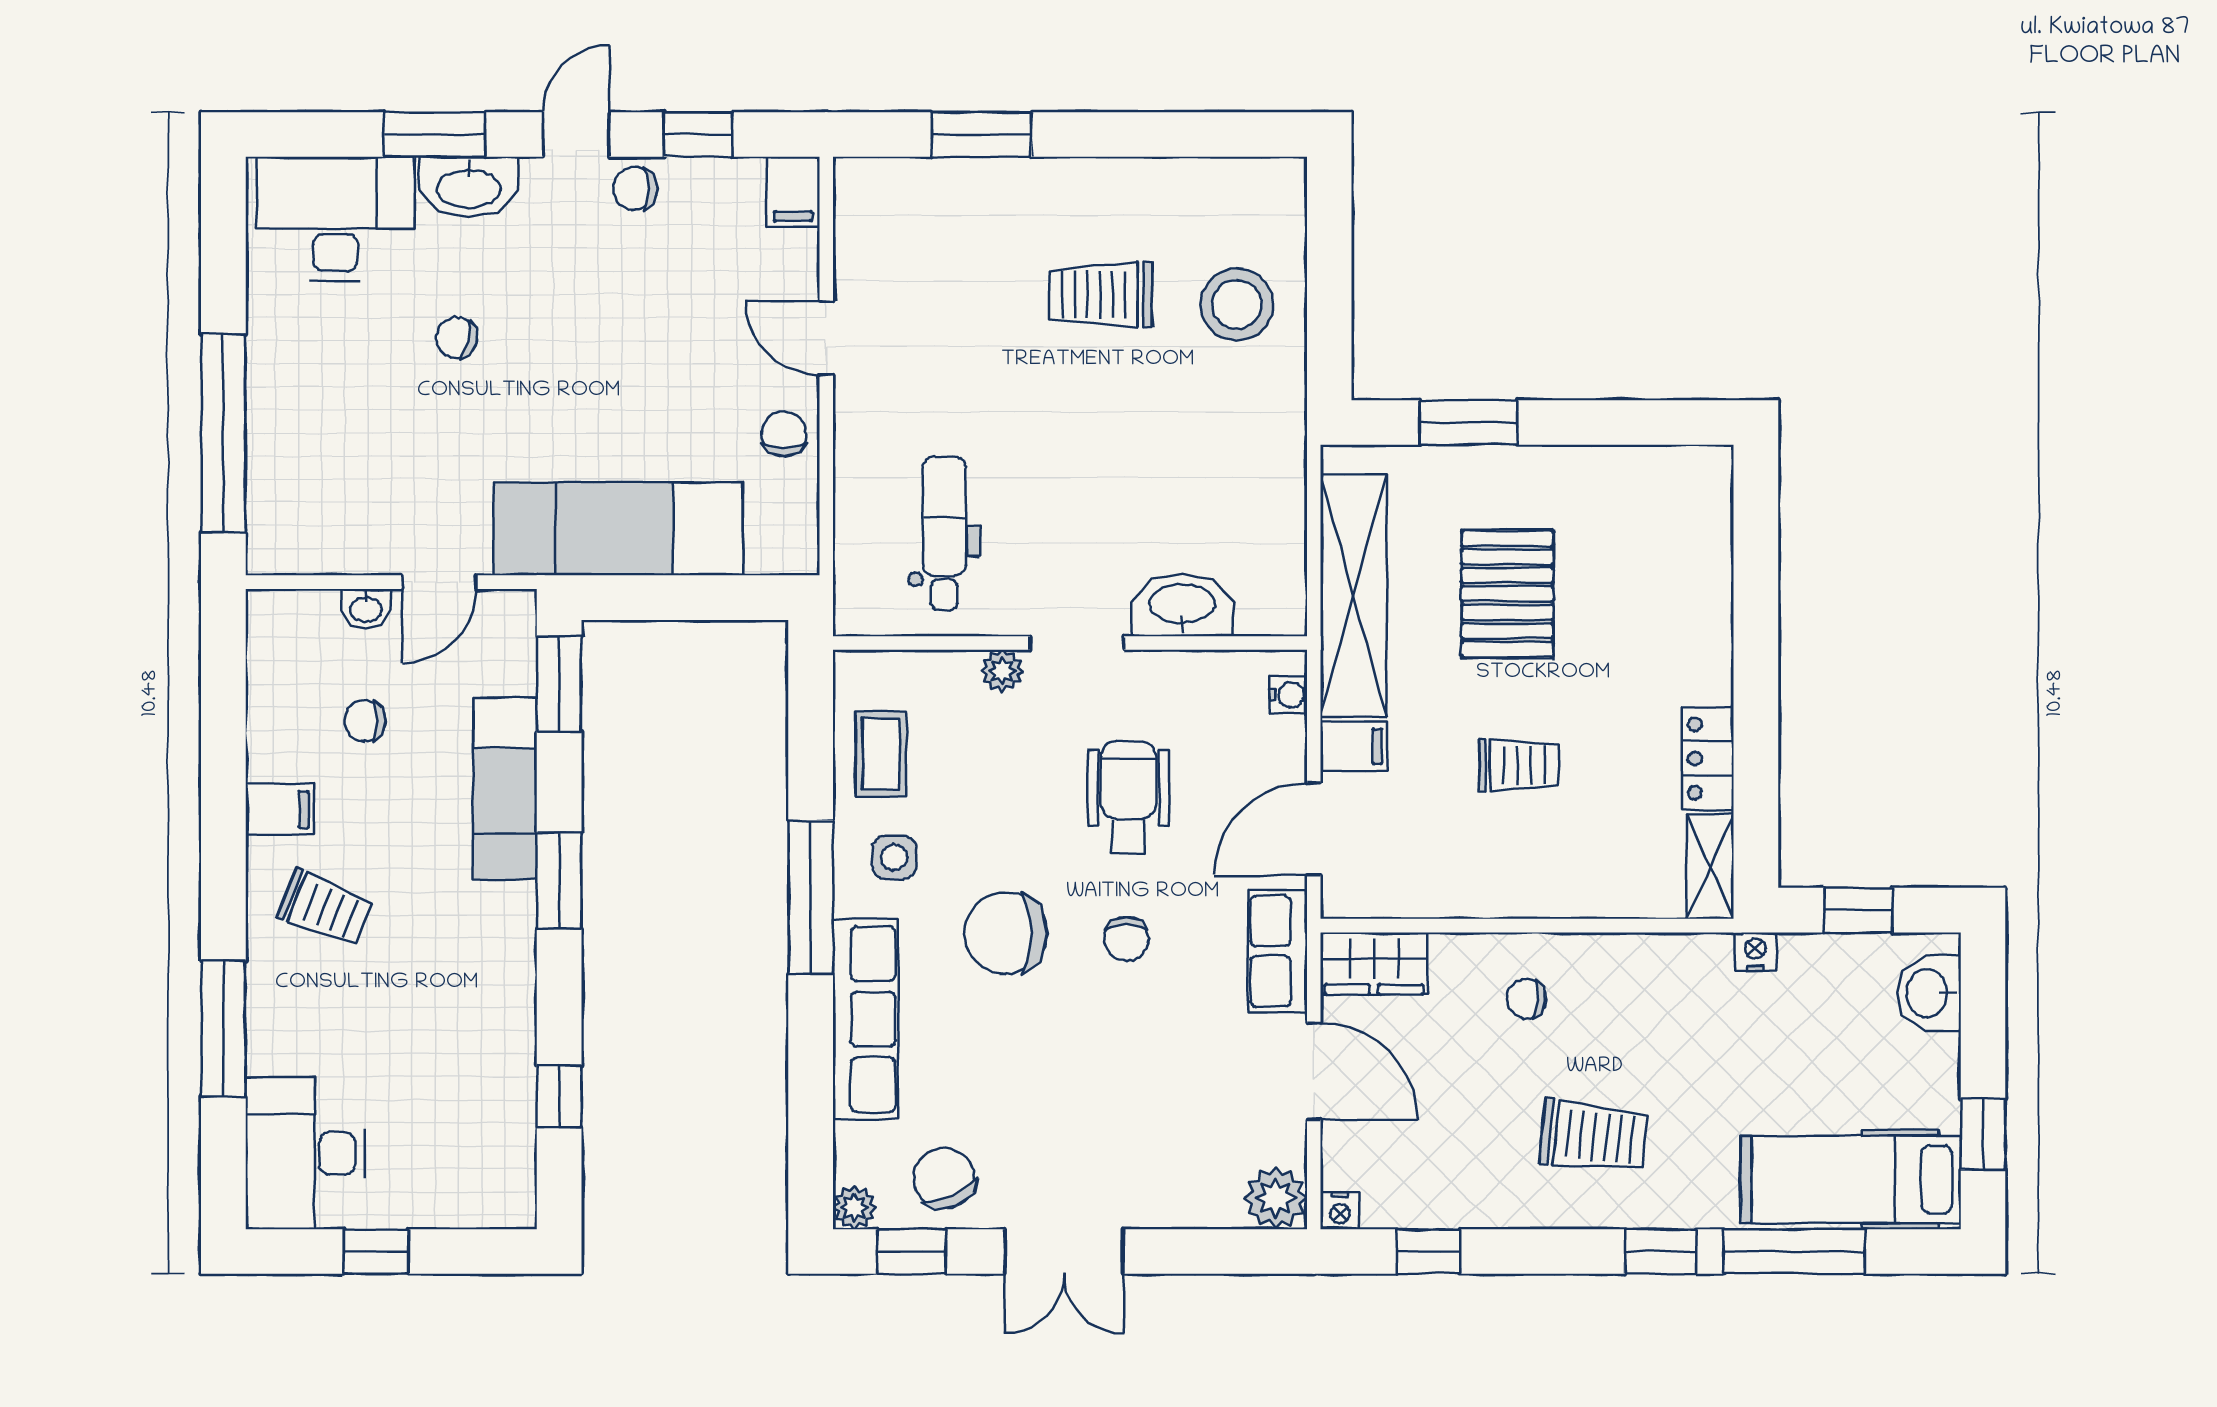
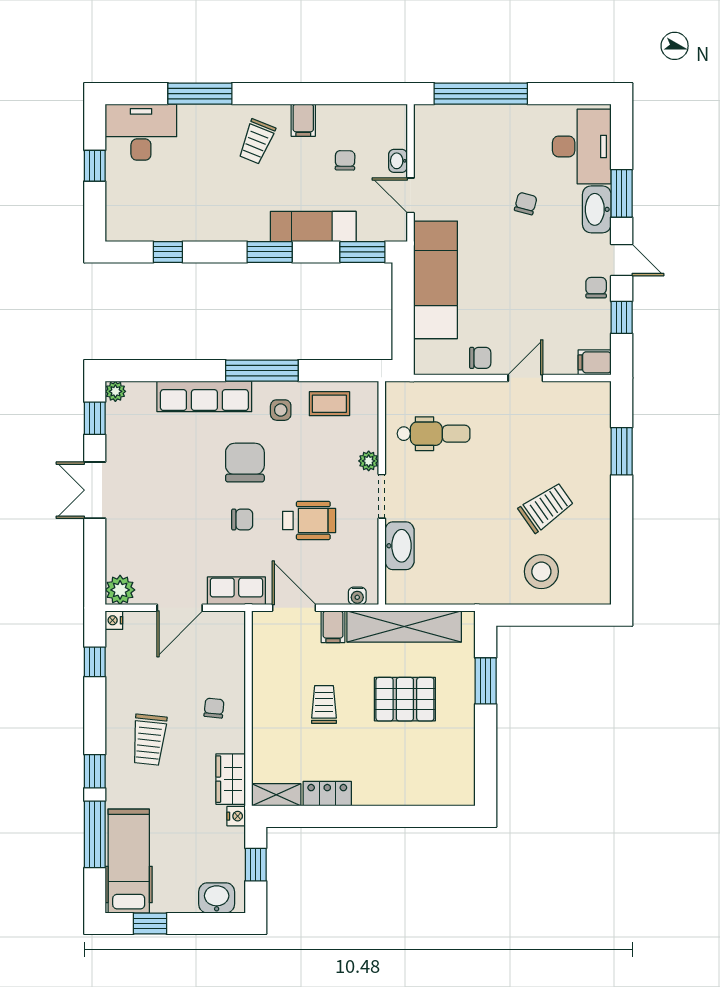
trolley: (1101, 295) -> (546, 507), turned 55
trolley: (1519, 765) -> (324, 705), turned 180
chair: (1126, 939) -> (242, 519), turned 180
wardrobe: (1374, 963) -> (231, 779), moved
chair: (944, 1178) -> (129, 434), removed

